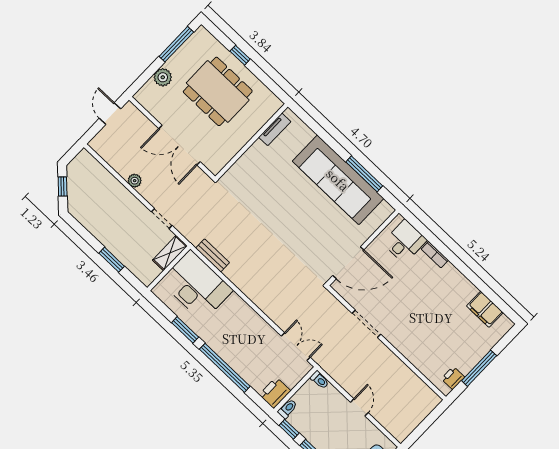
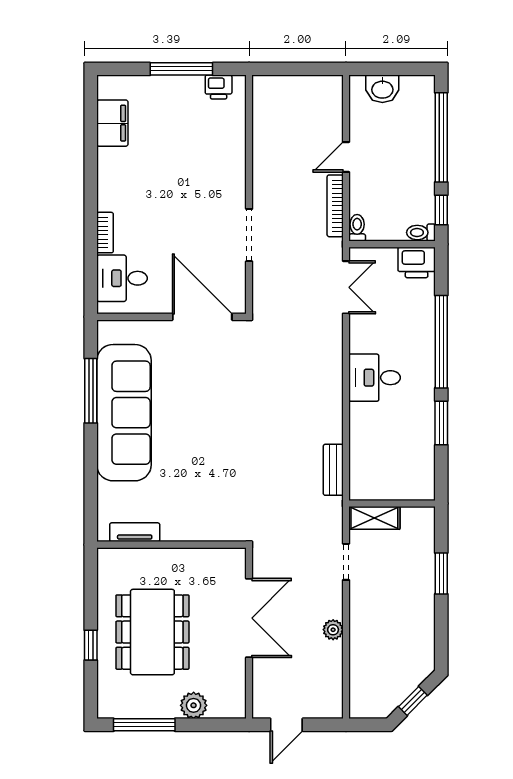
desk: (196, 286) -> (375, 378), moved, width x0.53, depth x0.77
double door: (296, 347) -> (346, 287), swing flipped
bookcase: (341, 379) -> (335, 206), added

